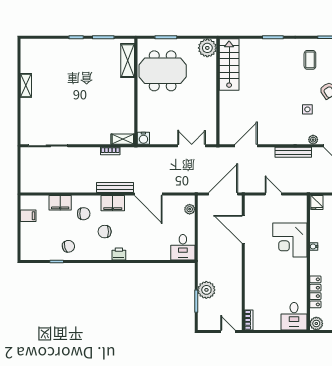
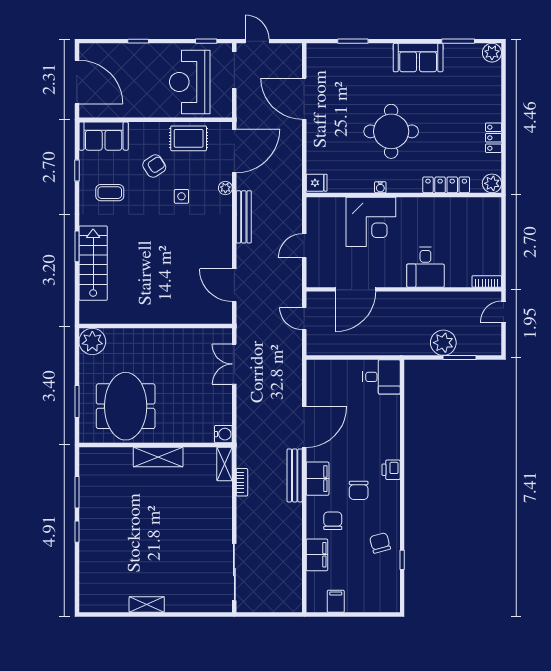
shelving: (128, 61) -> (158, 457), moved
stairs: (229, 64) -> (93, 263), moved, turned 90
door: (223, 194) -> (304, 319), width x0.53
plant: (190, 209) -> (326, 367), removed
desk: (294, 316) -> (425, 267), moved, turned 90

